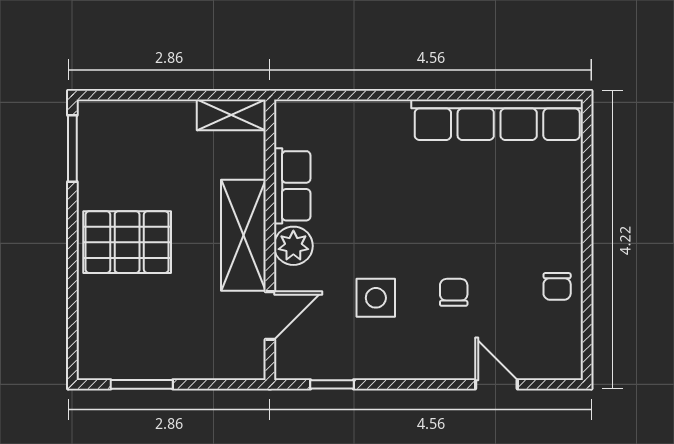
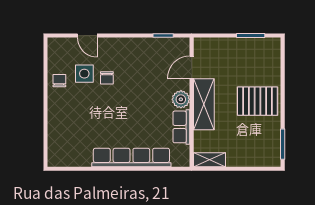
row of seats: (497, 120) -> (131, 157), moved
side table: (376, 298) -> (84, 74), moved

